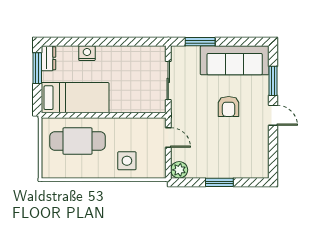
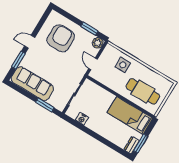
nightstand: (87, 53) -> (82, 119), moved
armchair: (229, 106) -> (61, 38), moved, width x1.88, depth x1.88
door: (273, 115) -> (30, 42), hinge flipped
window: (219, 182) -> (89, 29), moved

